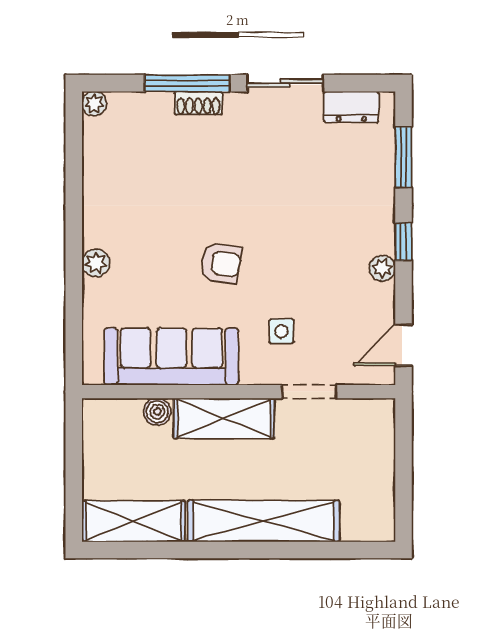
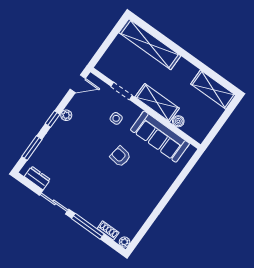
shoe rack: (198, 103) -> (108, 231), moved
plant: (96, 263) -> (163, 187), removed
shelving: (264, 521) -> (150, 44), moved

